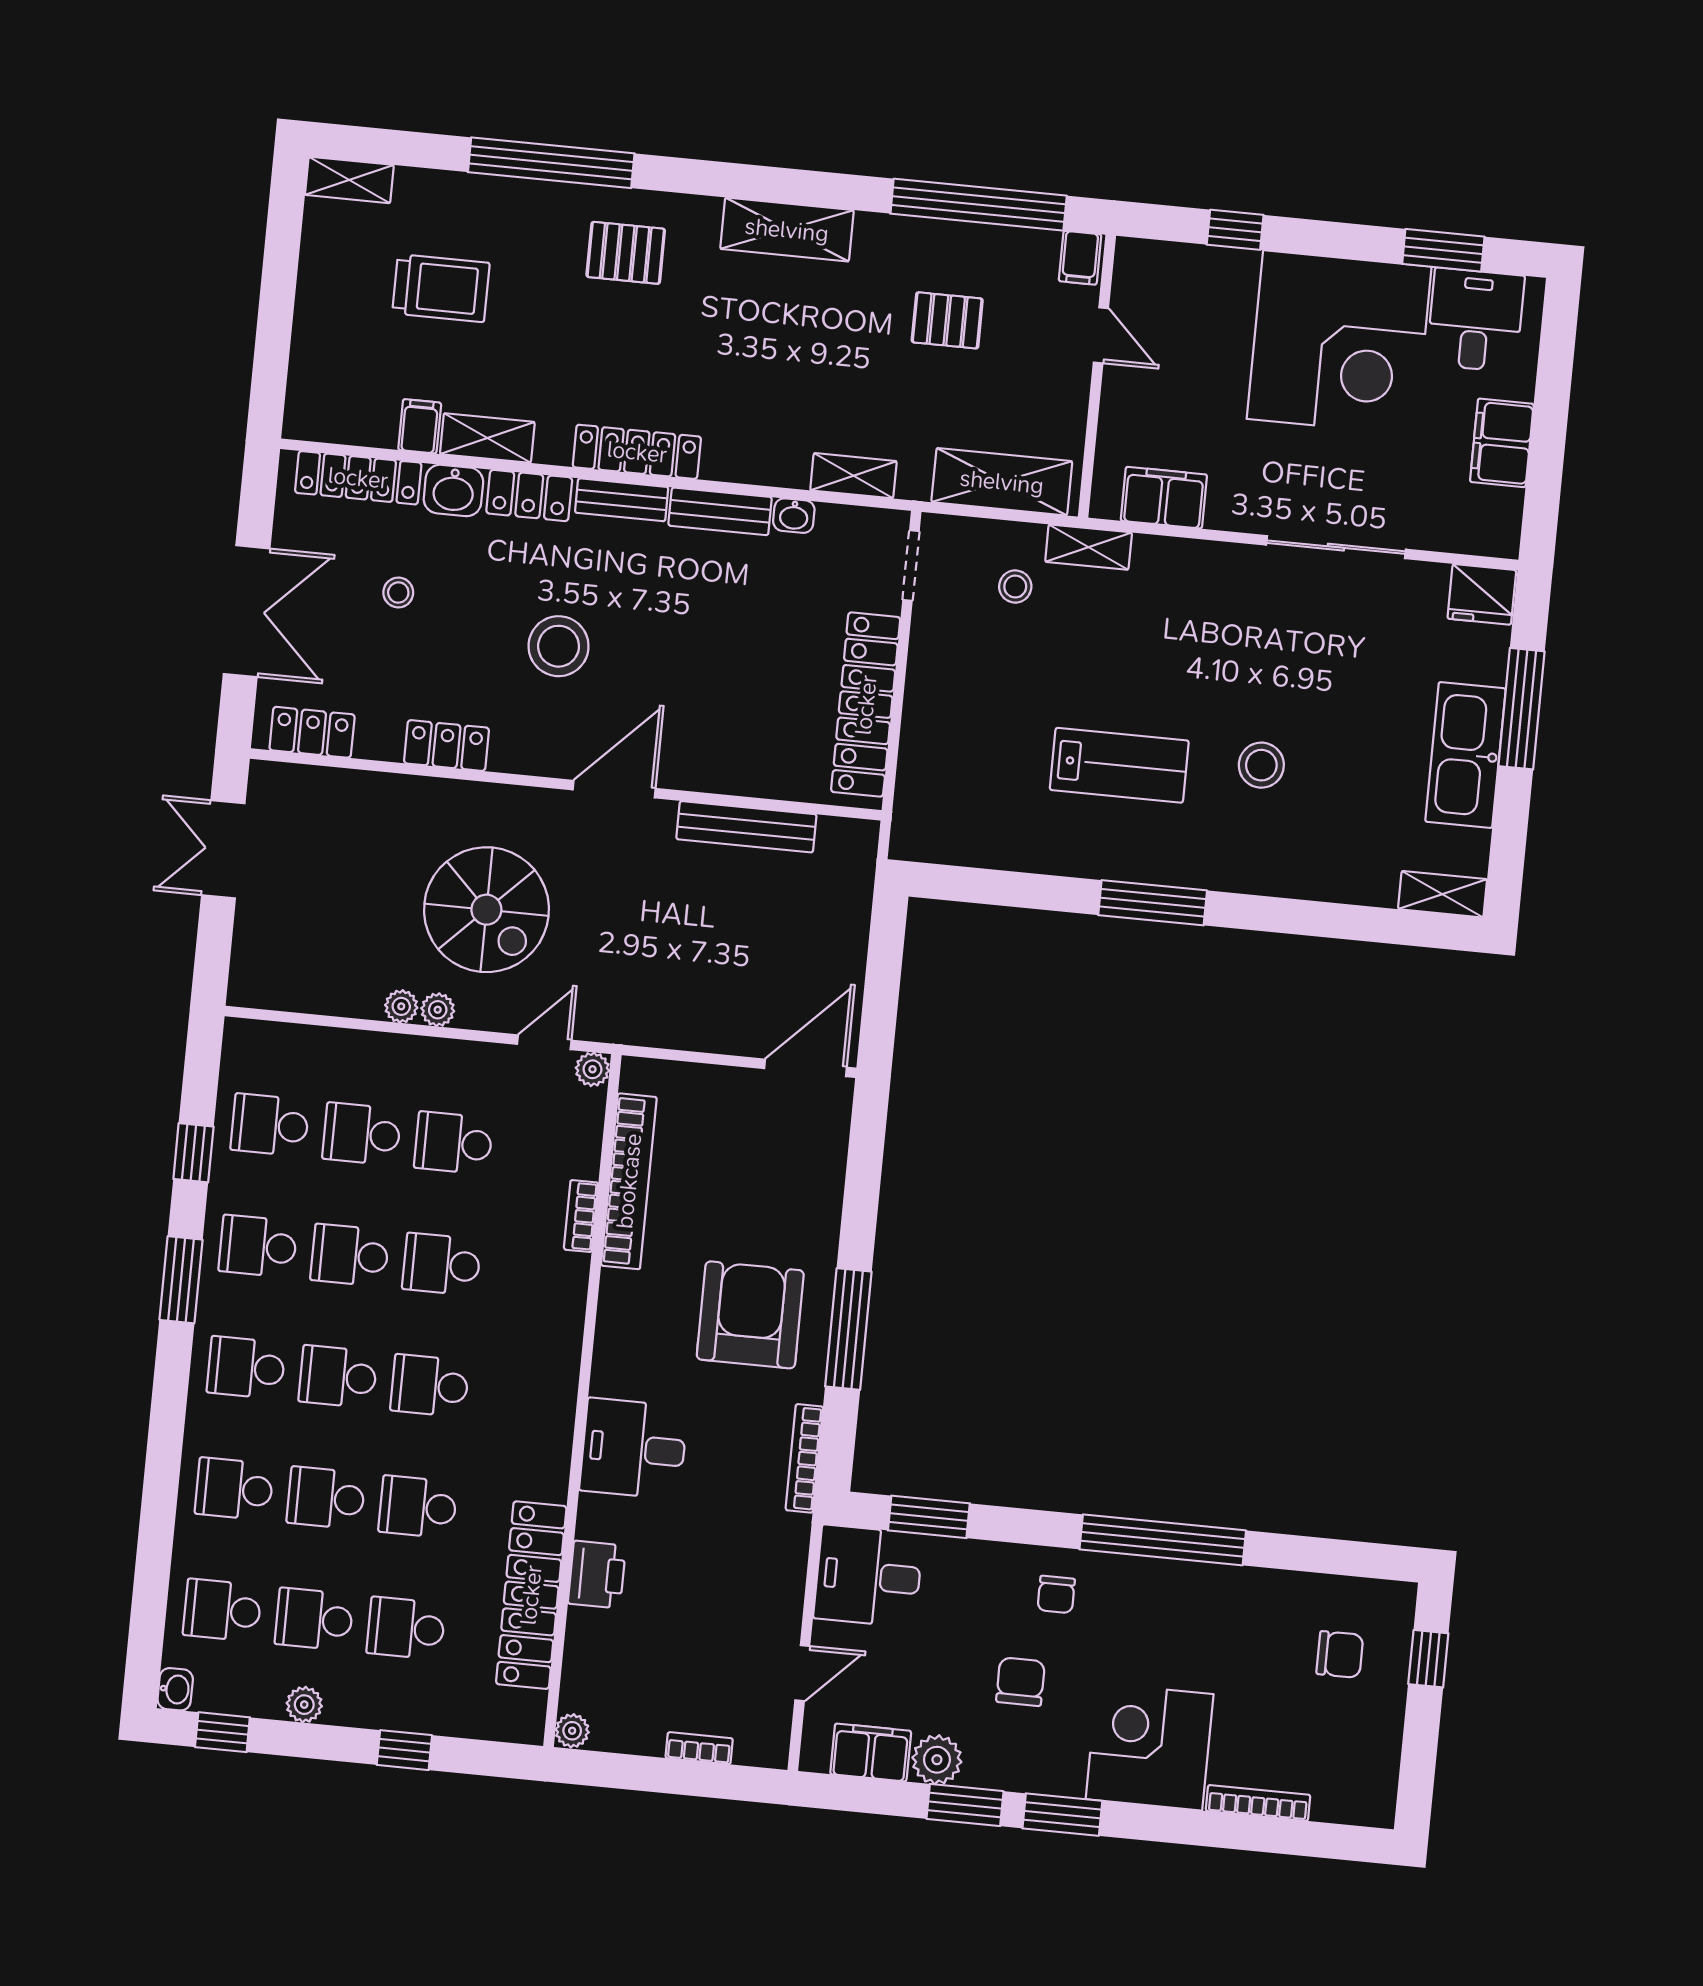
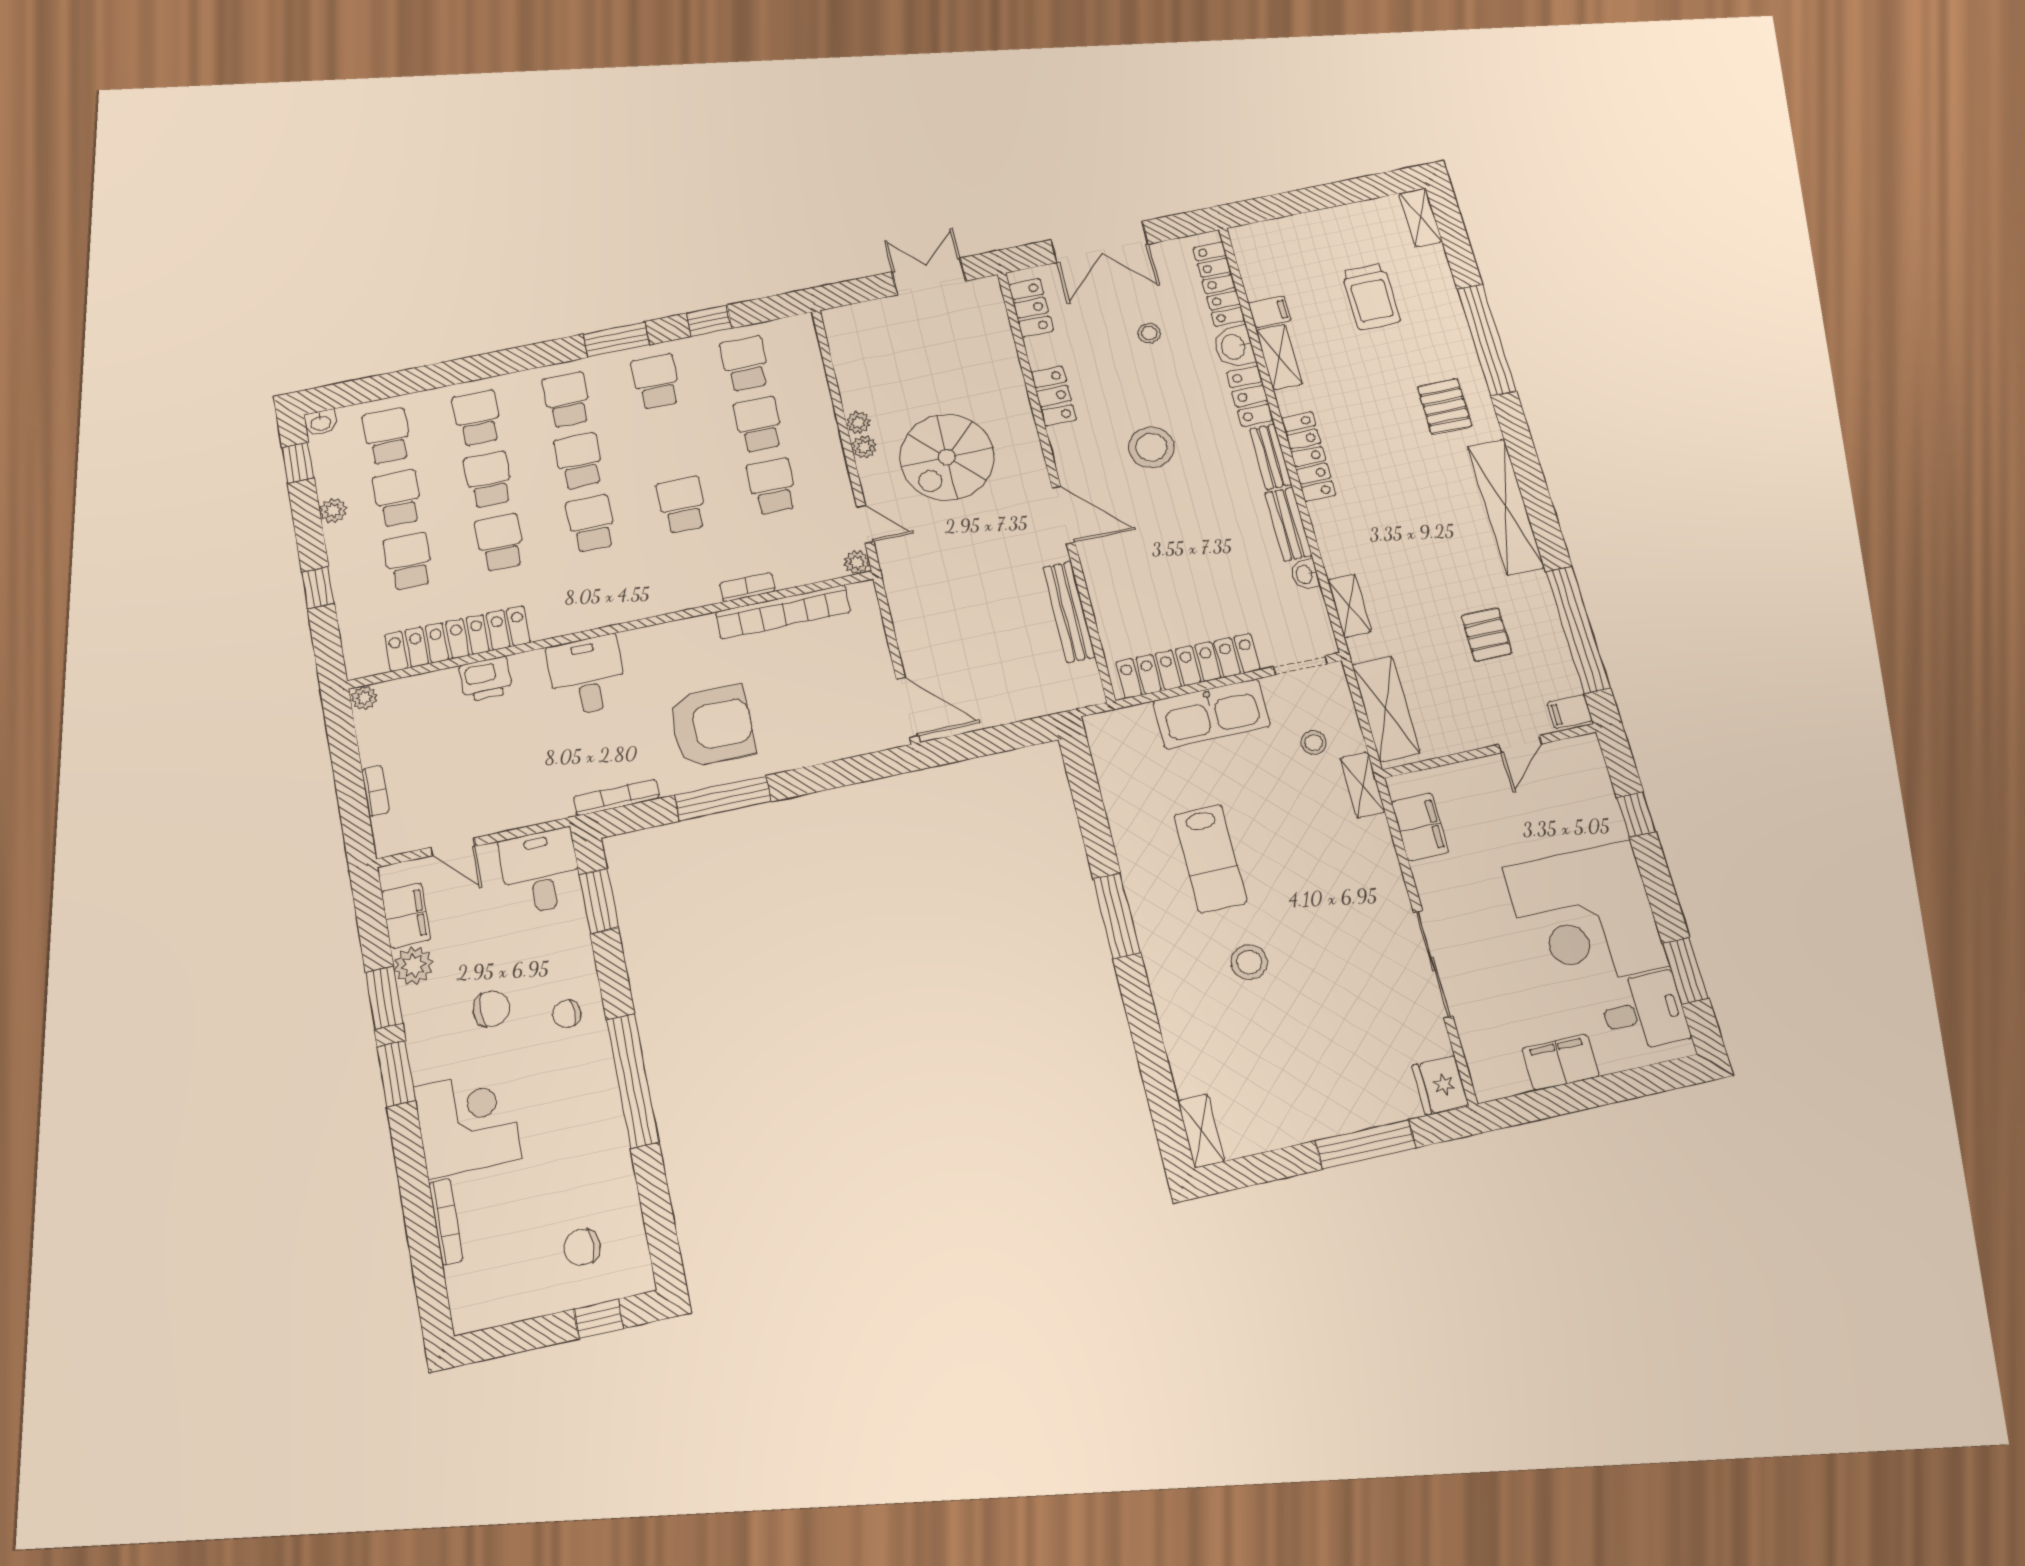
shelving: (787, 230) -> (1506, 507), width x1.47
kitchen sink: (1465, 755) -> (1212, 714), moved, turned 180
school desk: (350, 1255) -> (669, 443), removed
chair: (1340, 1654) -> (582, 1247), turned 90

